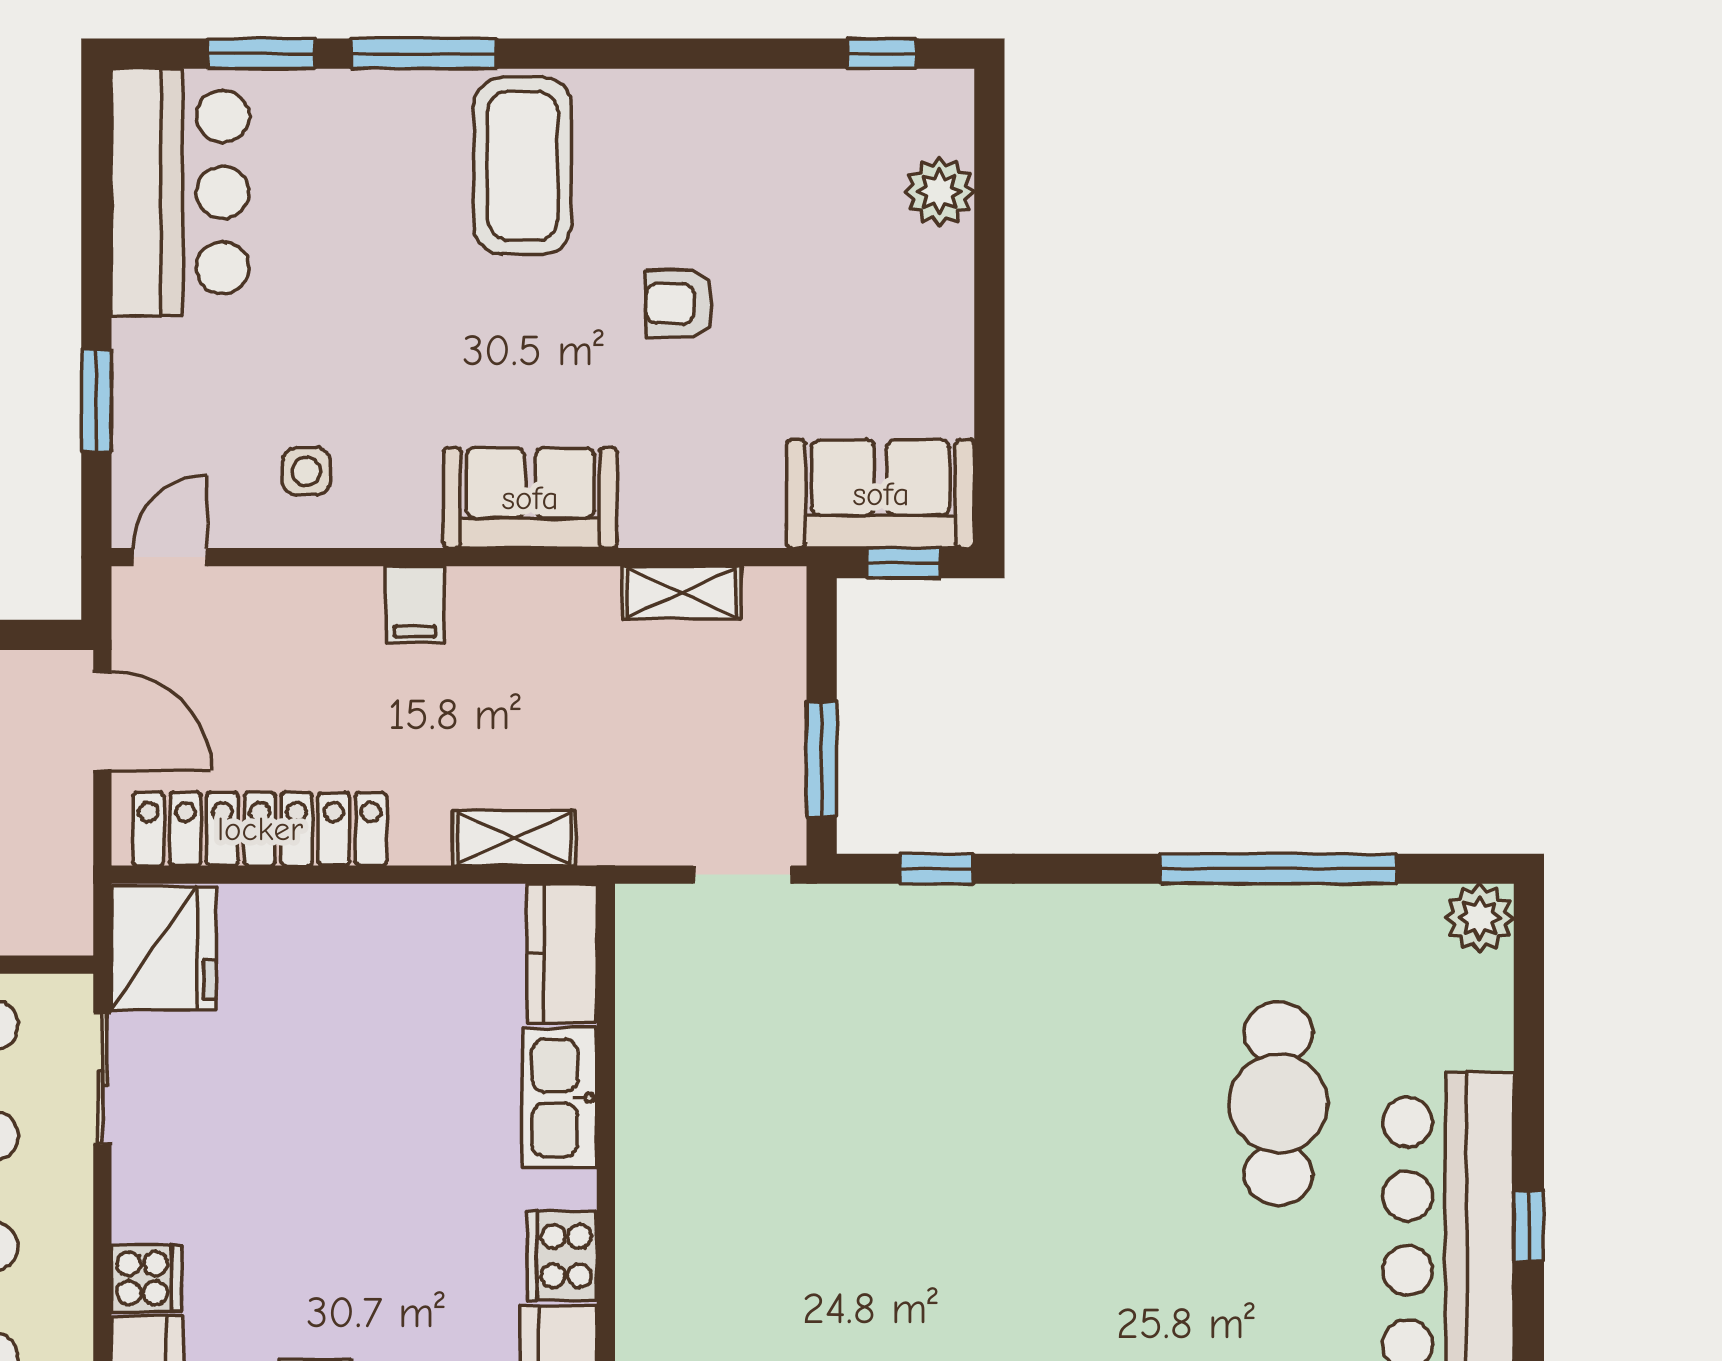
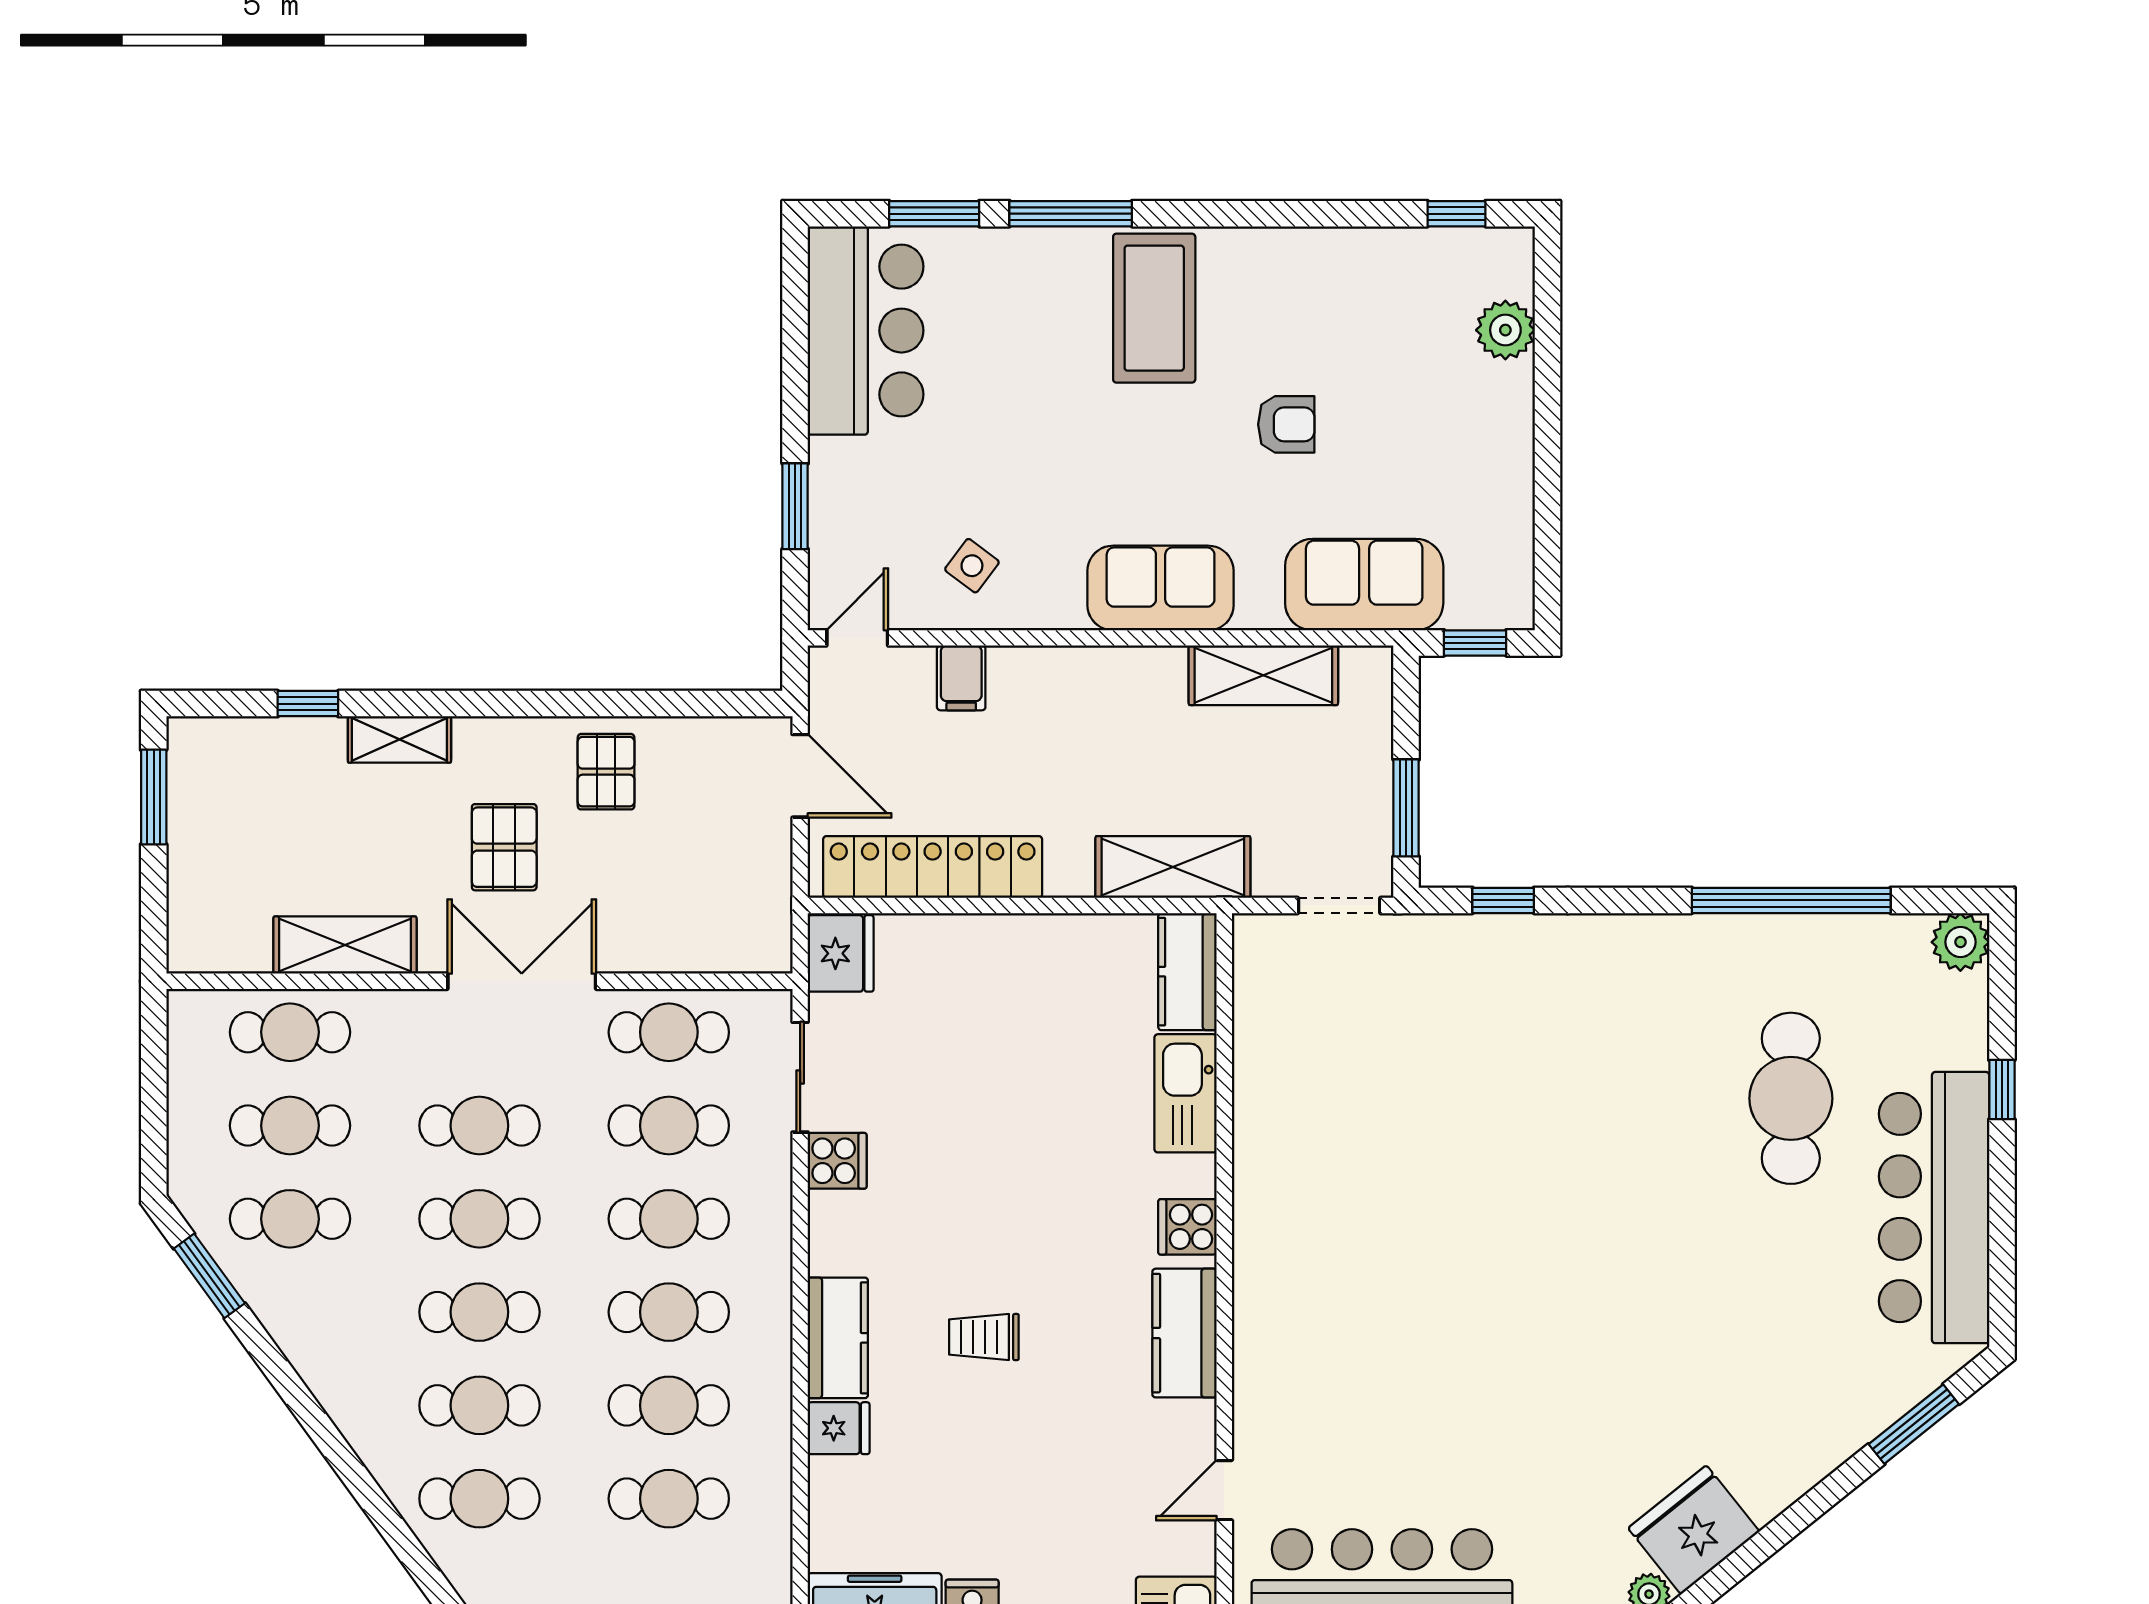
armchair: (679, 304) -> (1286, 424), turned 180
side table: (306, 471) -> (972, 566), turned 37
sofa: (881, 494) -> (1364, 585), moved
shelving: (682, 593) -> (1263, 675), width x1.50, depth x1.33
filing cabinet: (415, 605) -> (961, 678), moved
shelving: (514, 838) -> (1173, 867), width x1.50, depth x1.33
fridge: (164, 948) -> (841, 953), width x0.73, depth x0.75
window: (1529, 1226) -> (2002, 1090), moved
cooker: (562, 1256) -> (1187, 1227), width x0.73
cooker: (146, 1278) -> (837, 1161), moved

